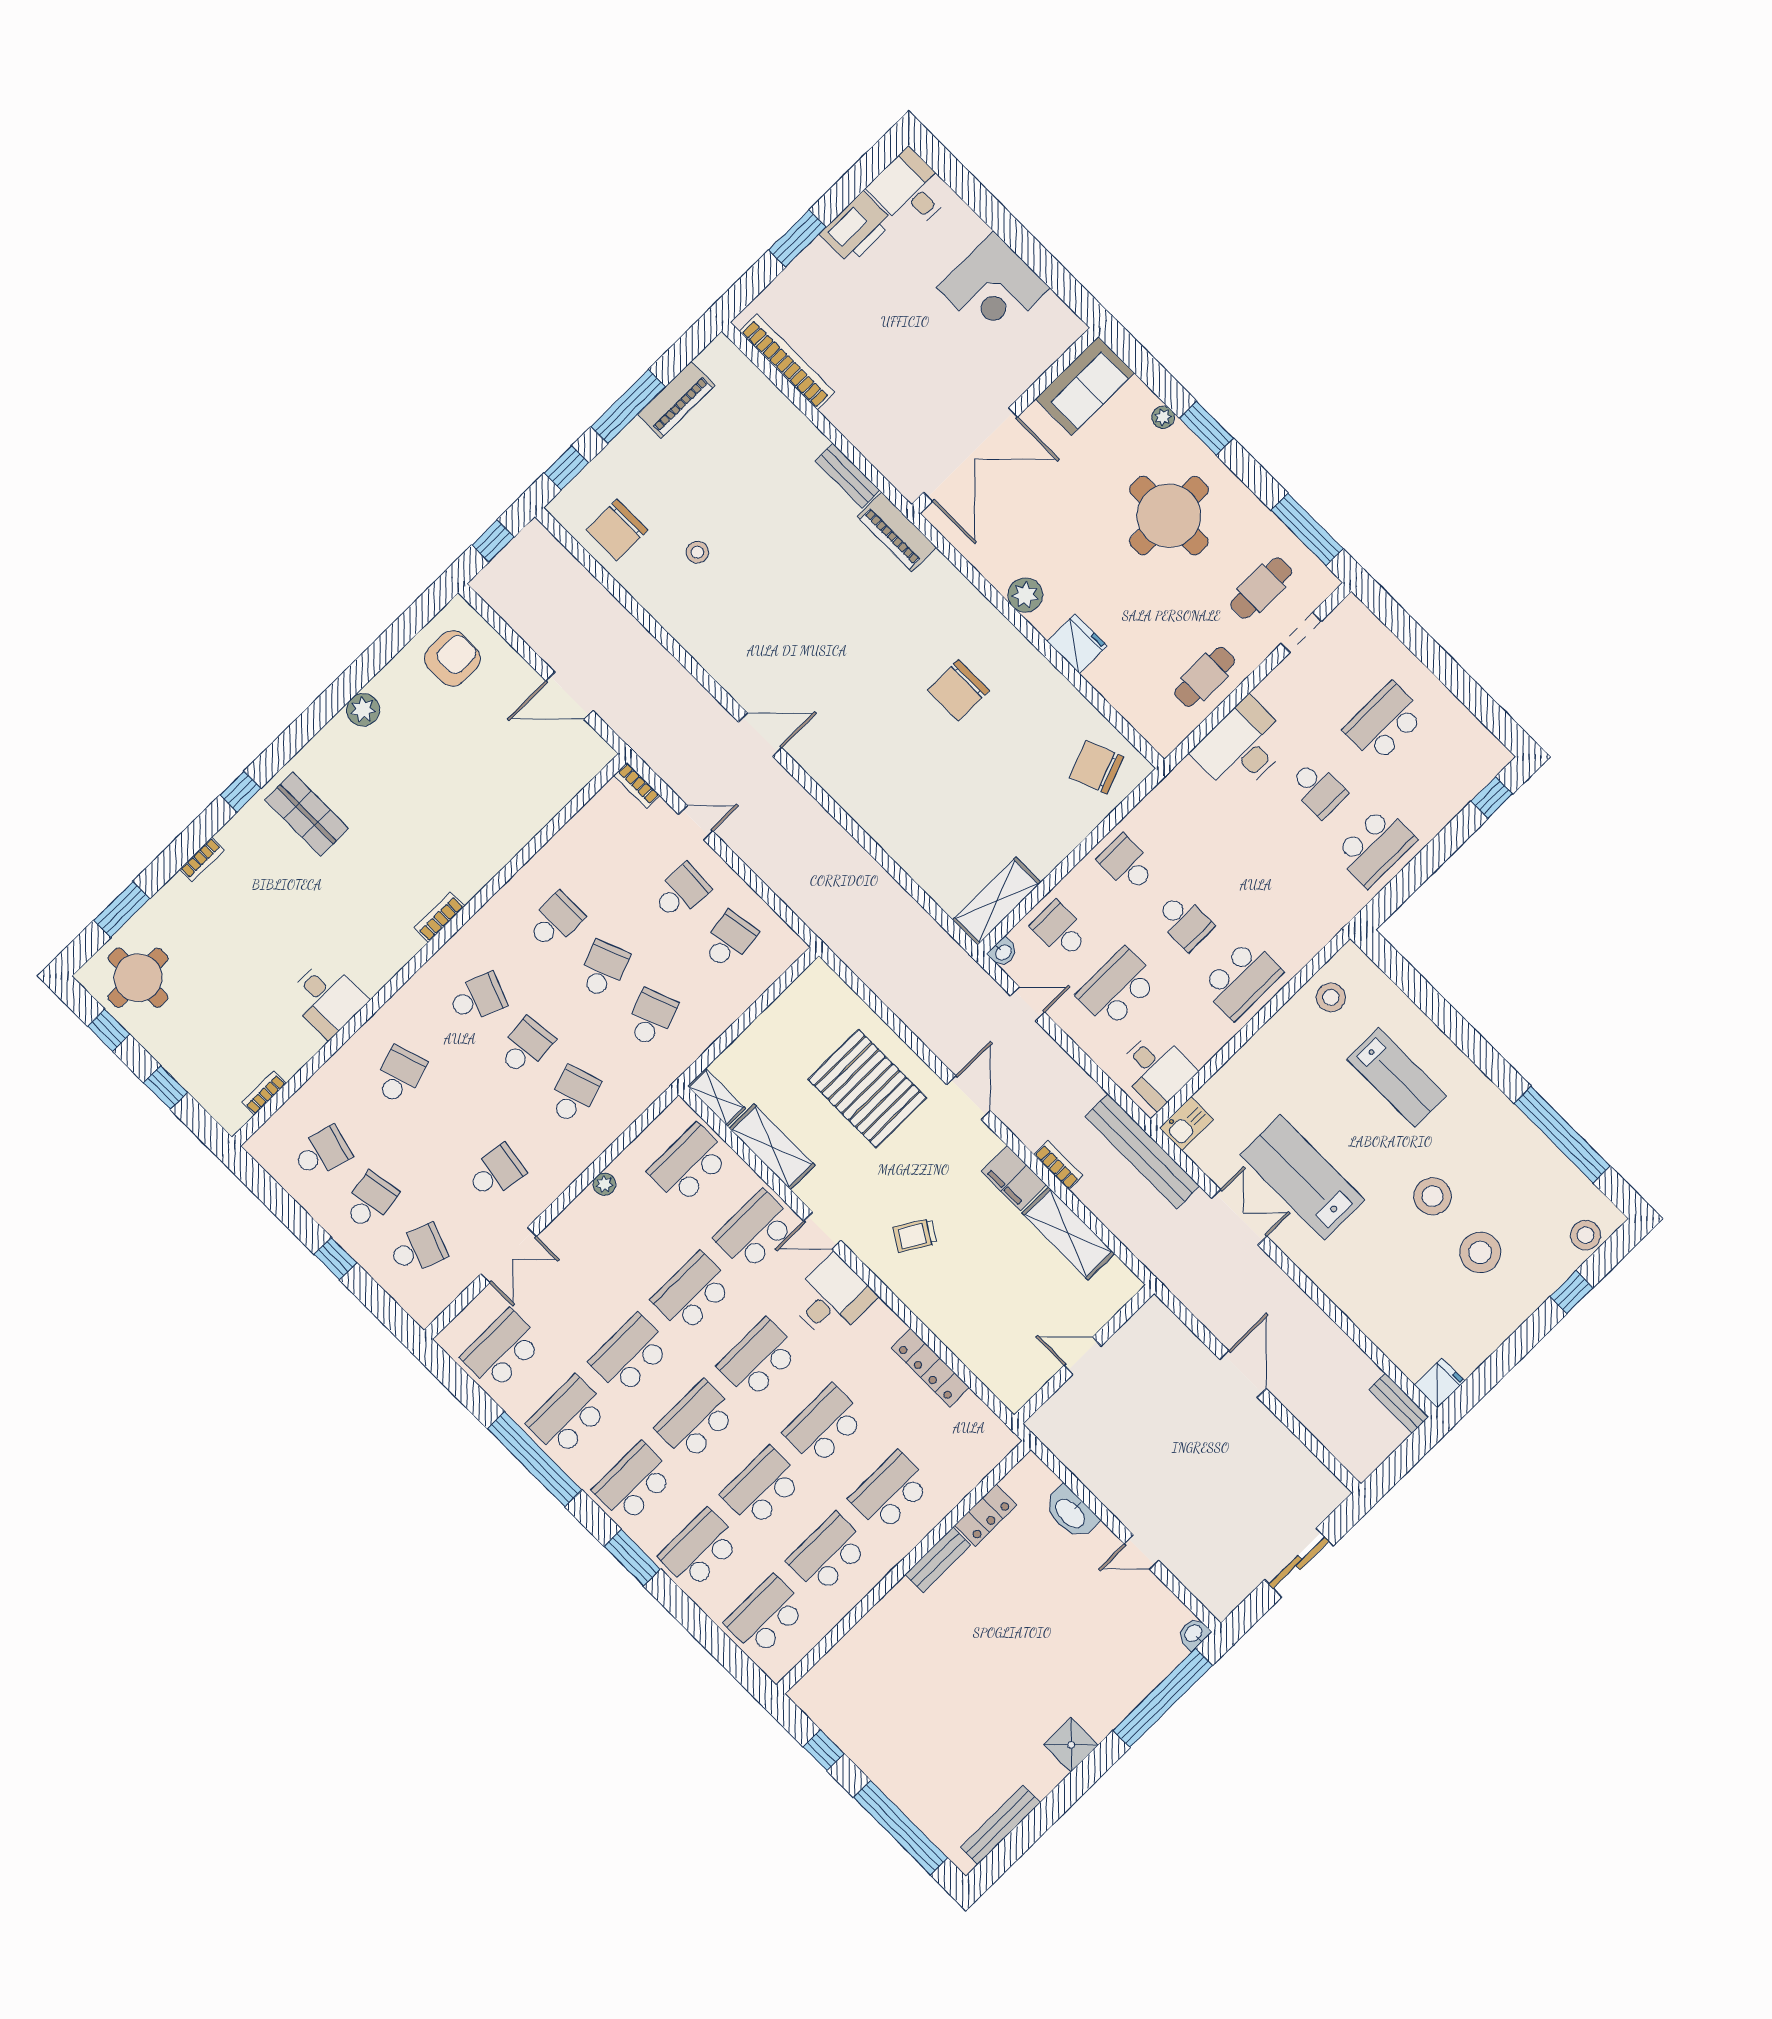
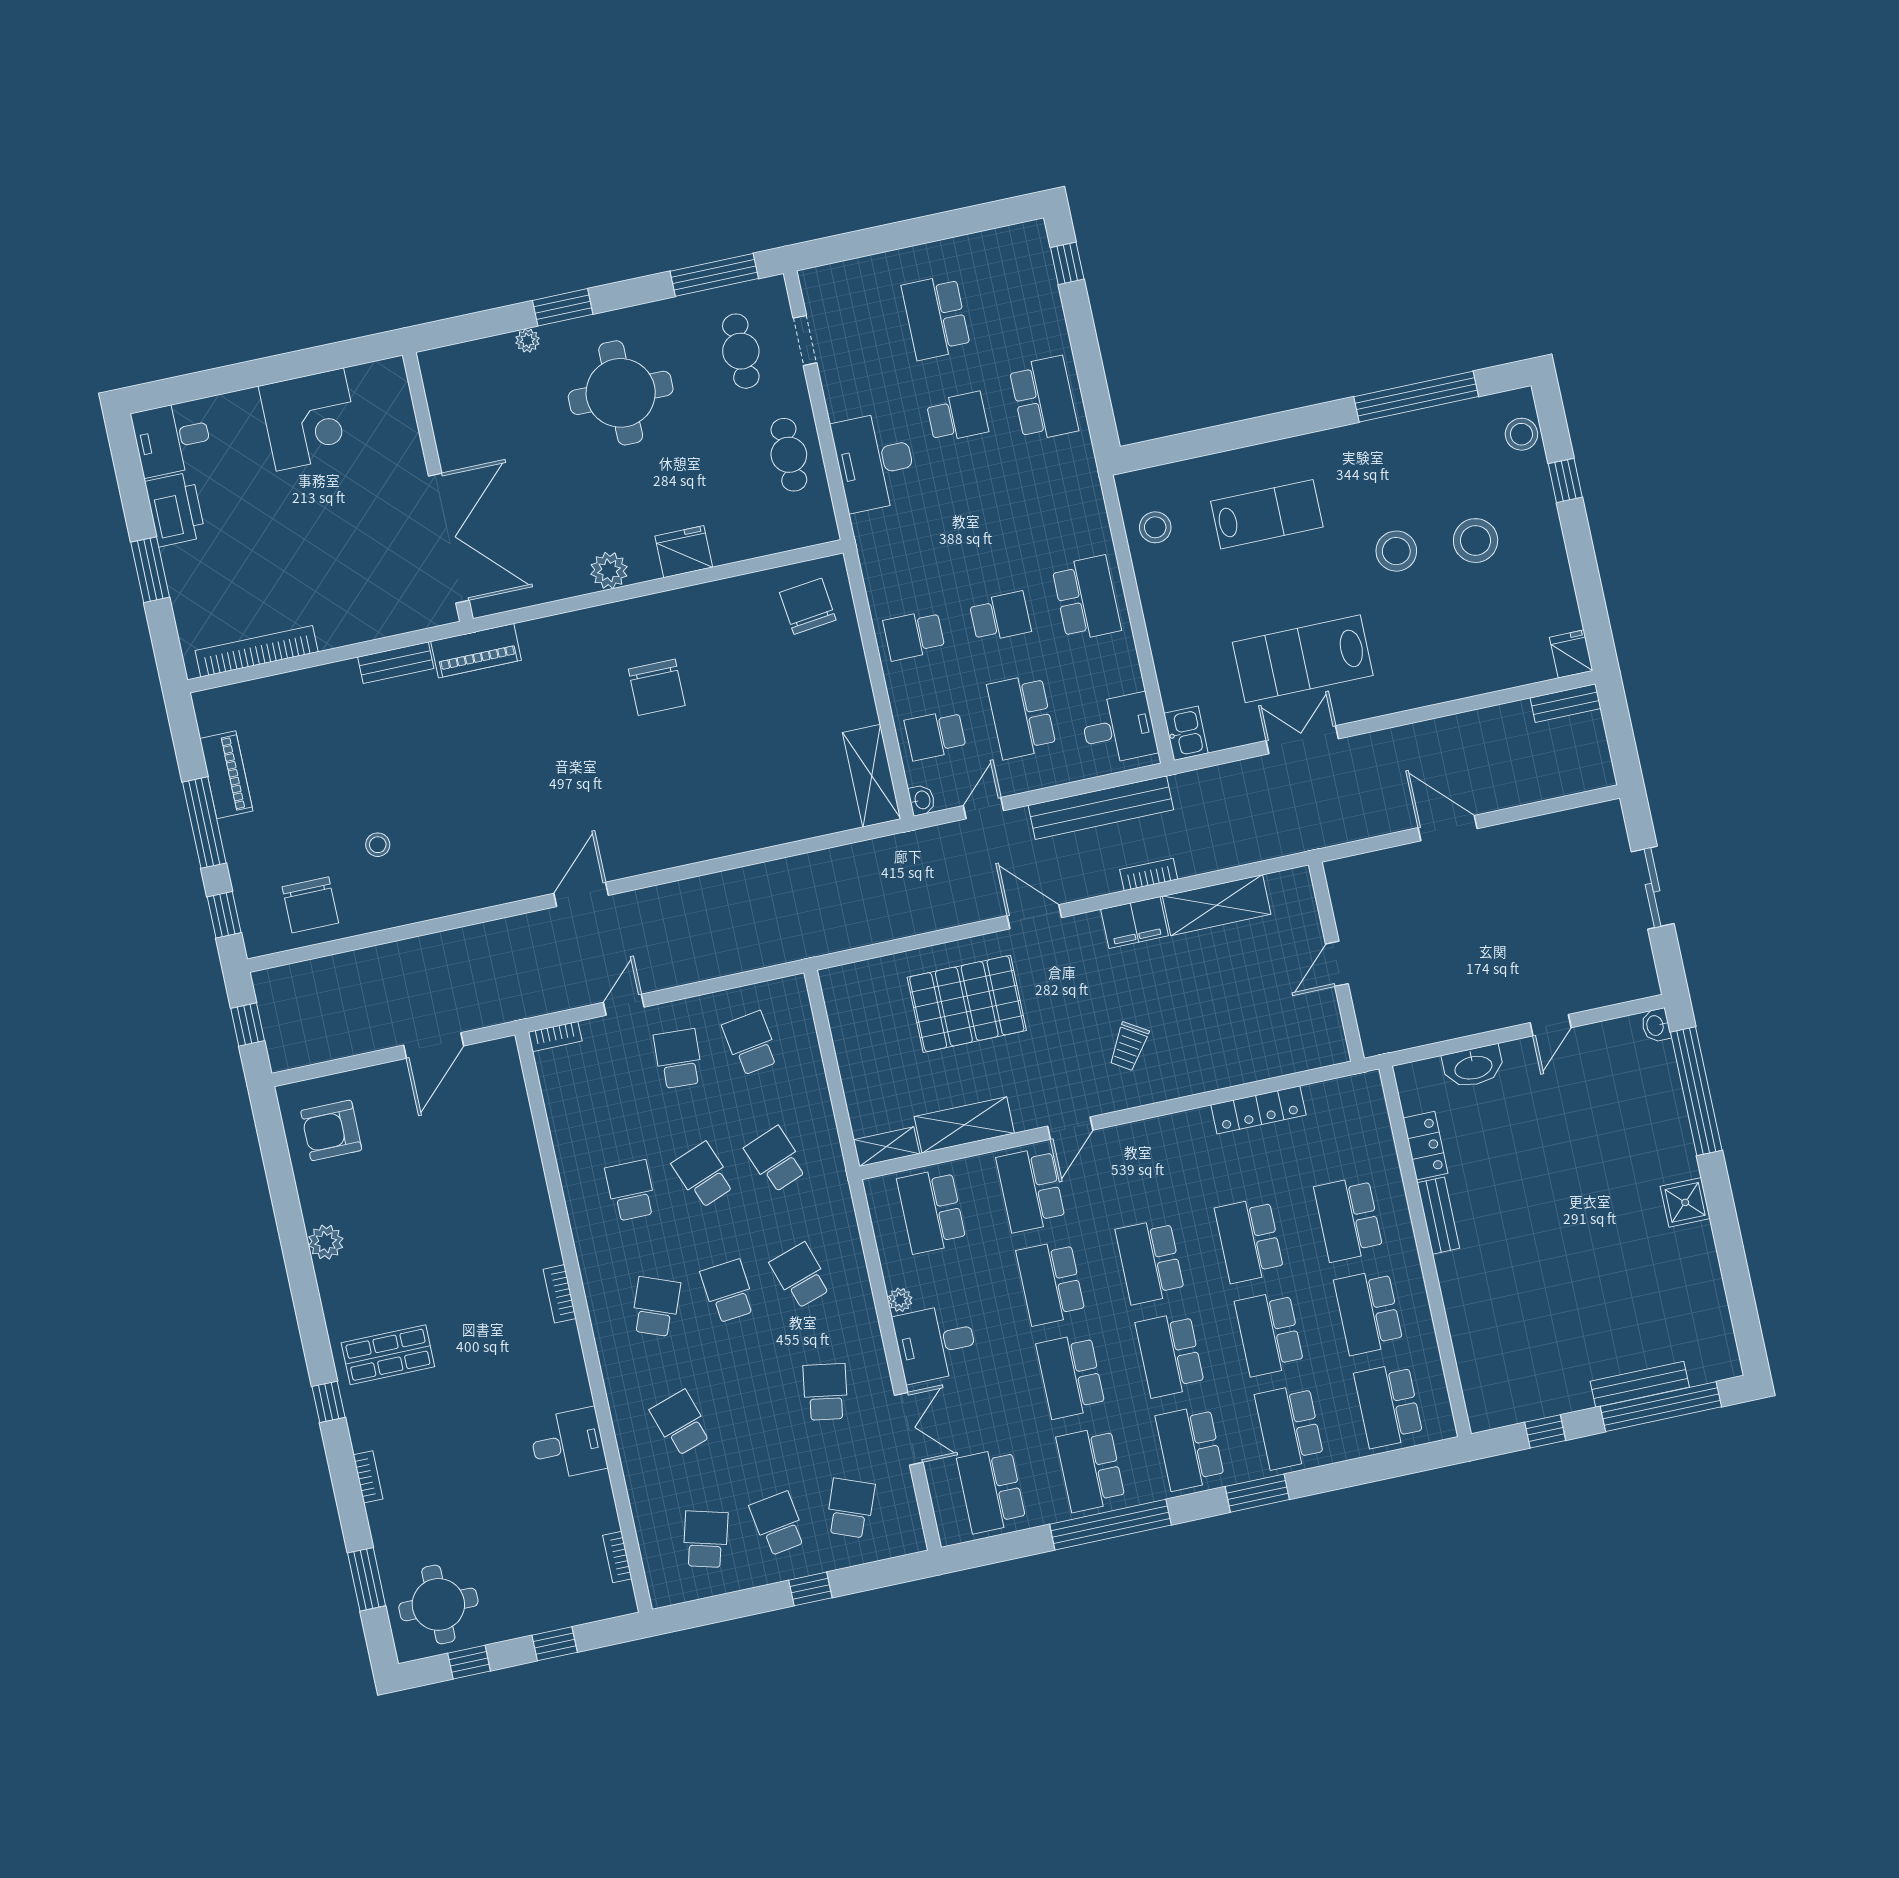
sofa: (1085, 386) -> (453, 394), removed
armchair: (452, 658) -> (331, 1130), turned -90
chair: (1097, 767) -> (808, 606), turned 104
bench: (1142, 1151) -> (1101, 808), moved
desk: (832, 1298) -> (936, 1343), moved, turned -90
bench: (1000, 1825) -> (1640, 1384), moved, turned 90

